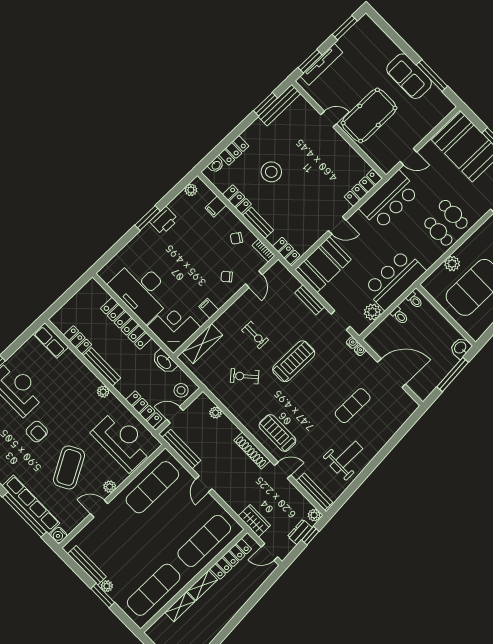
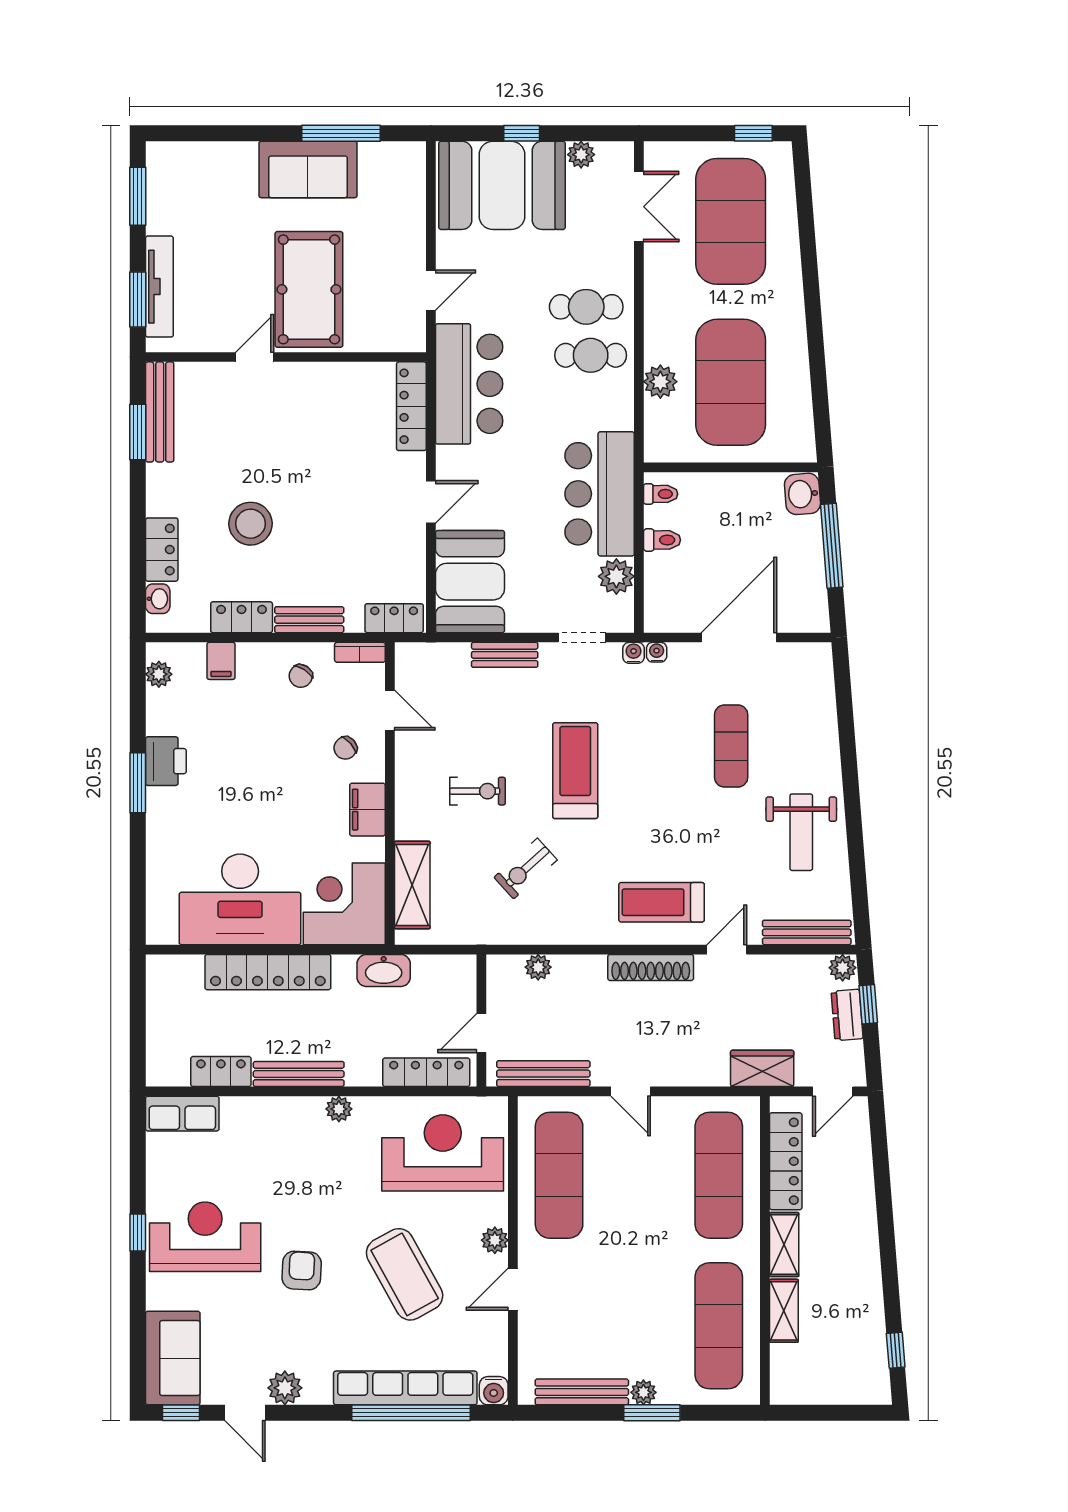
filing cabinet: (209, 308) -> (368, 810), width x2.00
stool: (181, 390) -> (453, 987), removed
armchair: (37, 432) -> (302, 1271), turned -87
weight bench: (346, 457) -> (801, 832), turned 180

